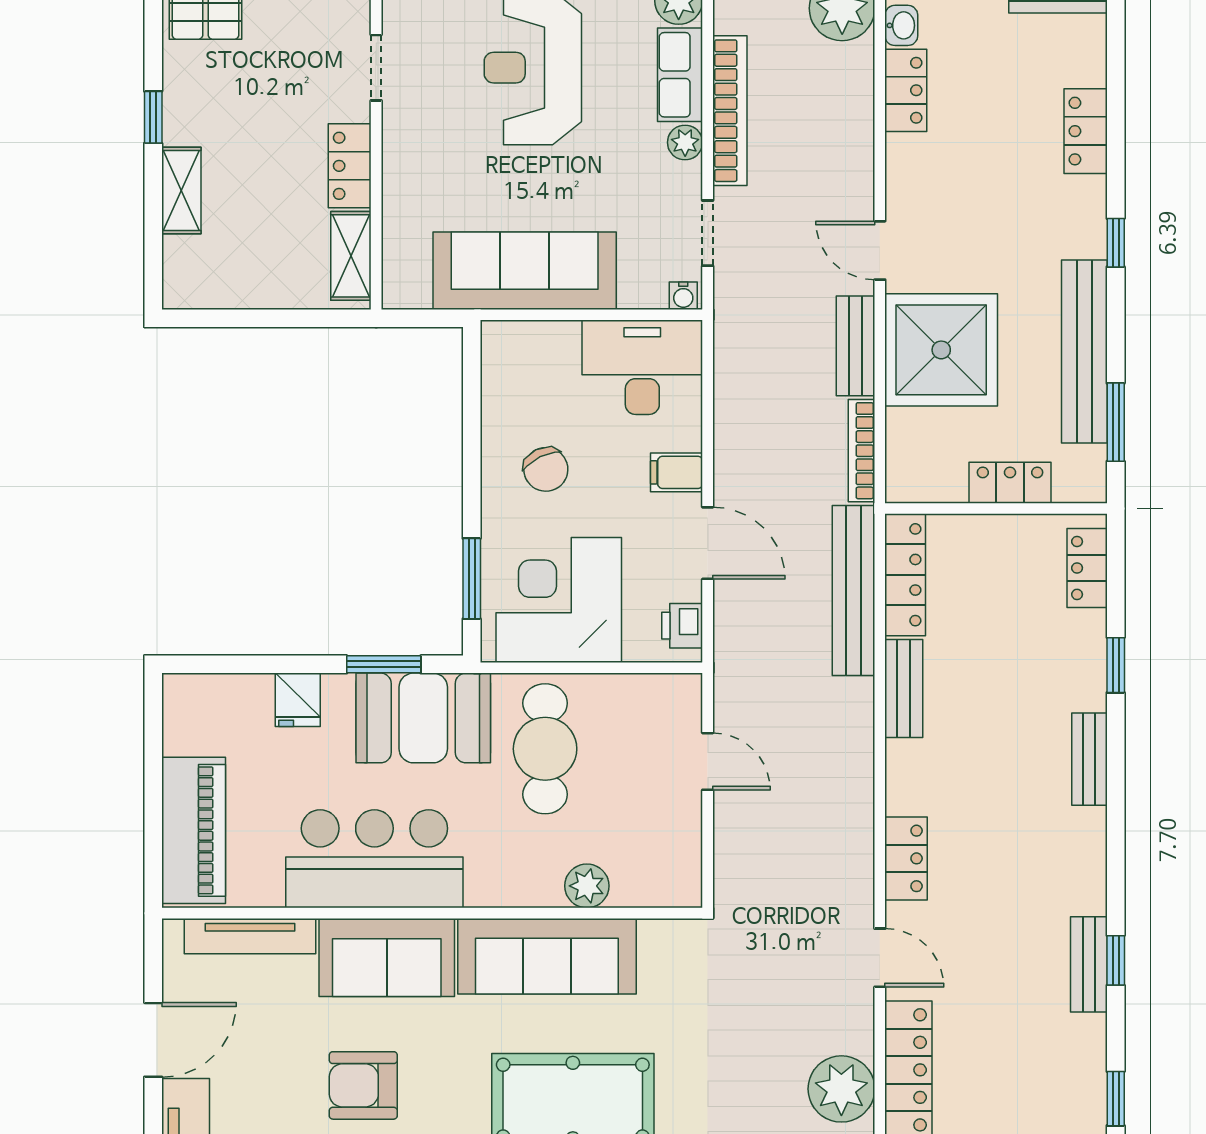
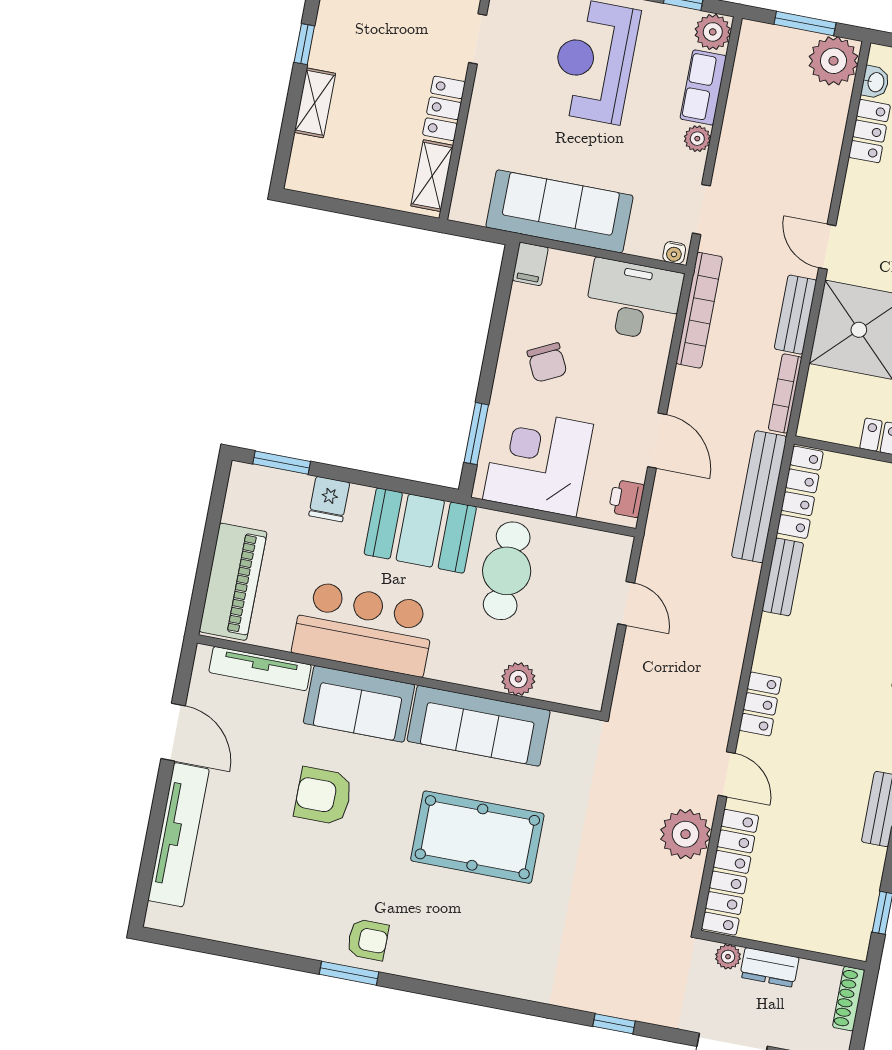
bookcase: (730, 111) -> (699, 310), moved
filing cabinet: (677, 472) -> (530, 264), moved, turned -90
window: (384, 664) -> (282, 463), moved
door: (153, 1040) -> (173, 732), hinge flipped
plant: (841, 1089) -> (685, 834), moved

